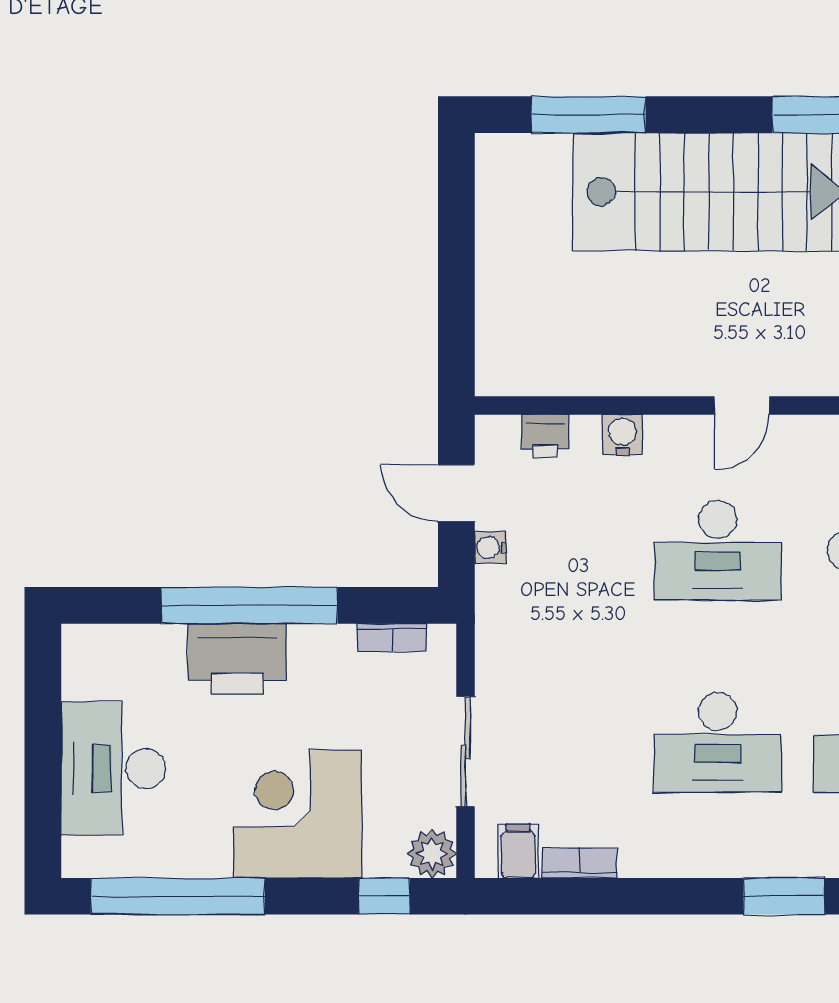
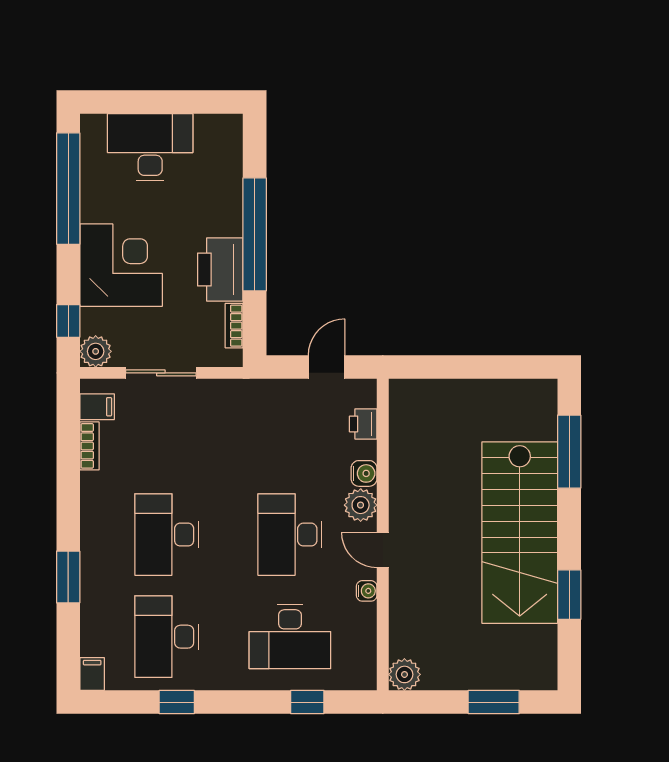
plant: (672, 440) -> (361, 505), added
water cooler: (491, 547) -> (367, 591), moved, turned 90
printer: (237, 659) -> (220, 270), moved

